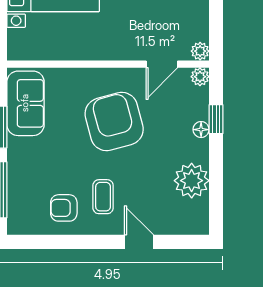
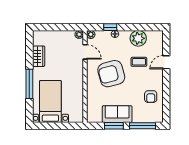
sofa: (25, 103) -> (117, 114), moved
coffee table: (103, 197) -> (139, 62), moved

